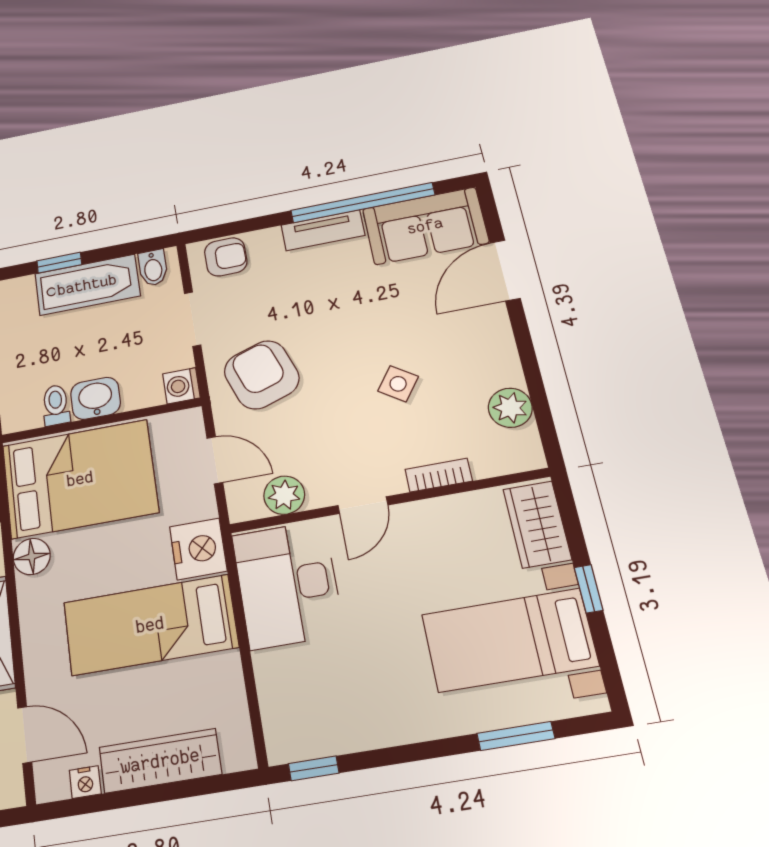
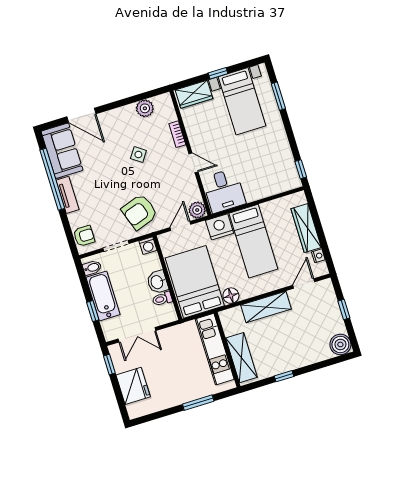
armchair: (226, 257) -> (84, 236), turned 90
plant: (284, 495) -> (197, 210), moved
desk: (287, 584) -> (224, 191), width x0.73

